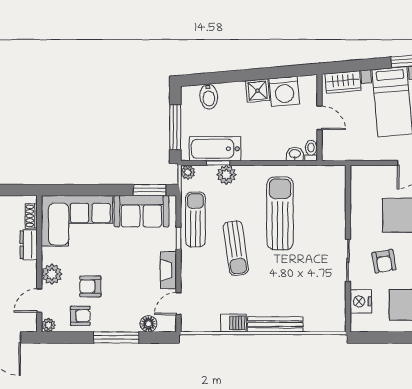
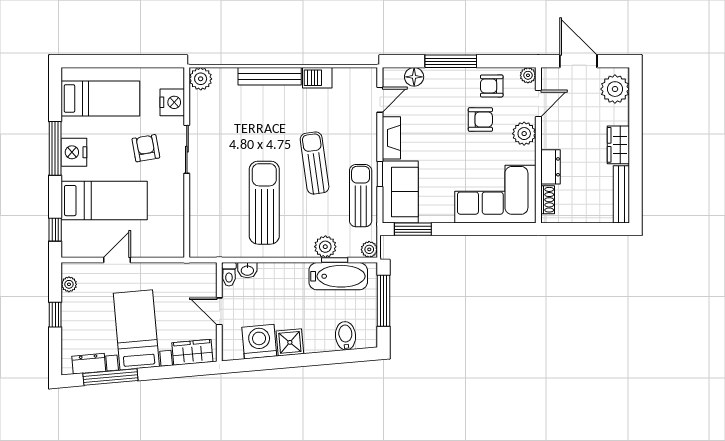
sofa: (141, 211) -> (400, 192), moved, turned 90
sun lounger: (280, 213) -> (264, 203), turned 180
sun lounger: (195, 219) -> (361, 196), turned 180
plant: (336, 322) -> (201, 79), added

